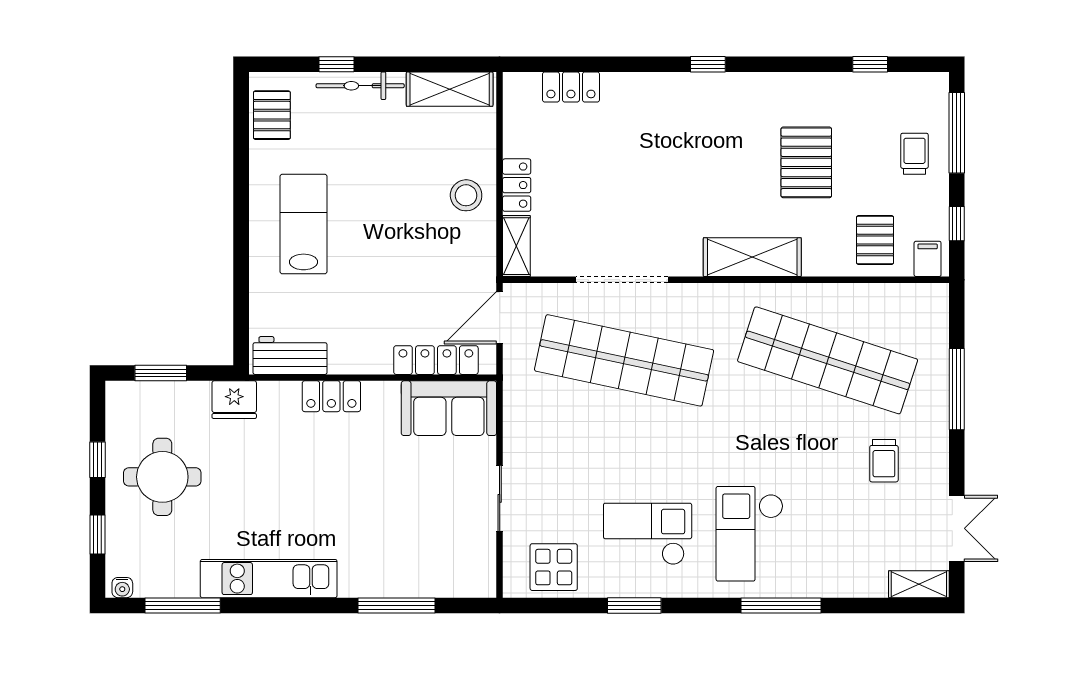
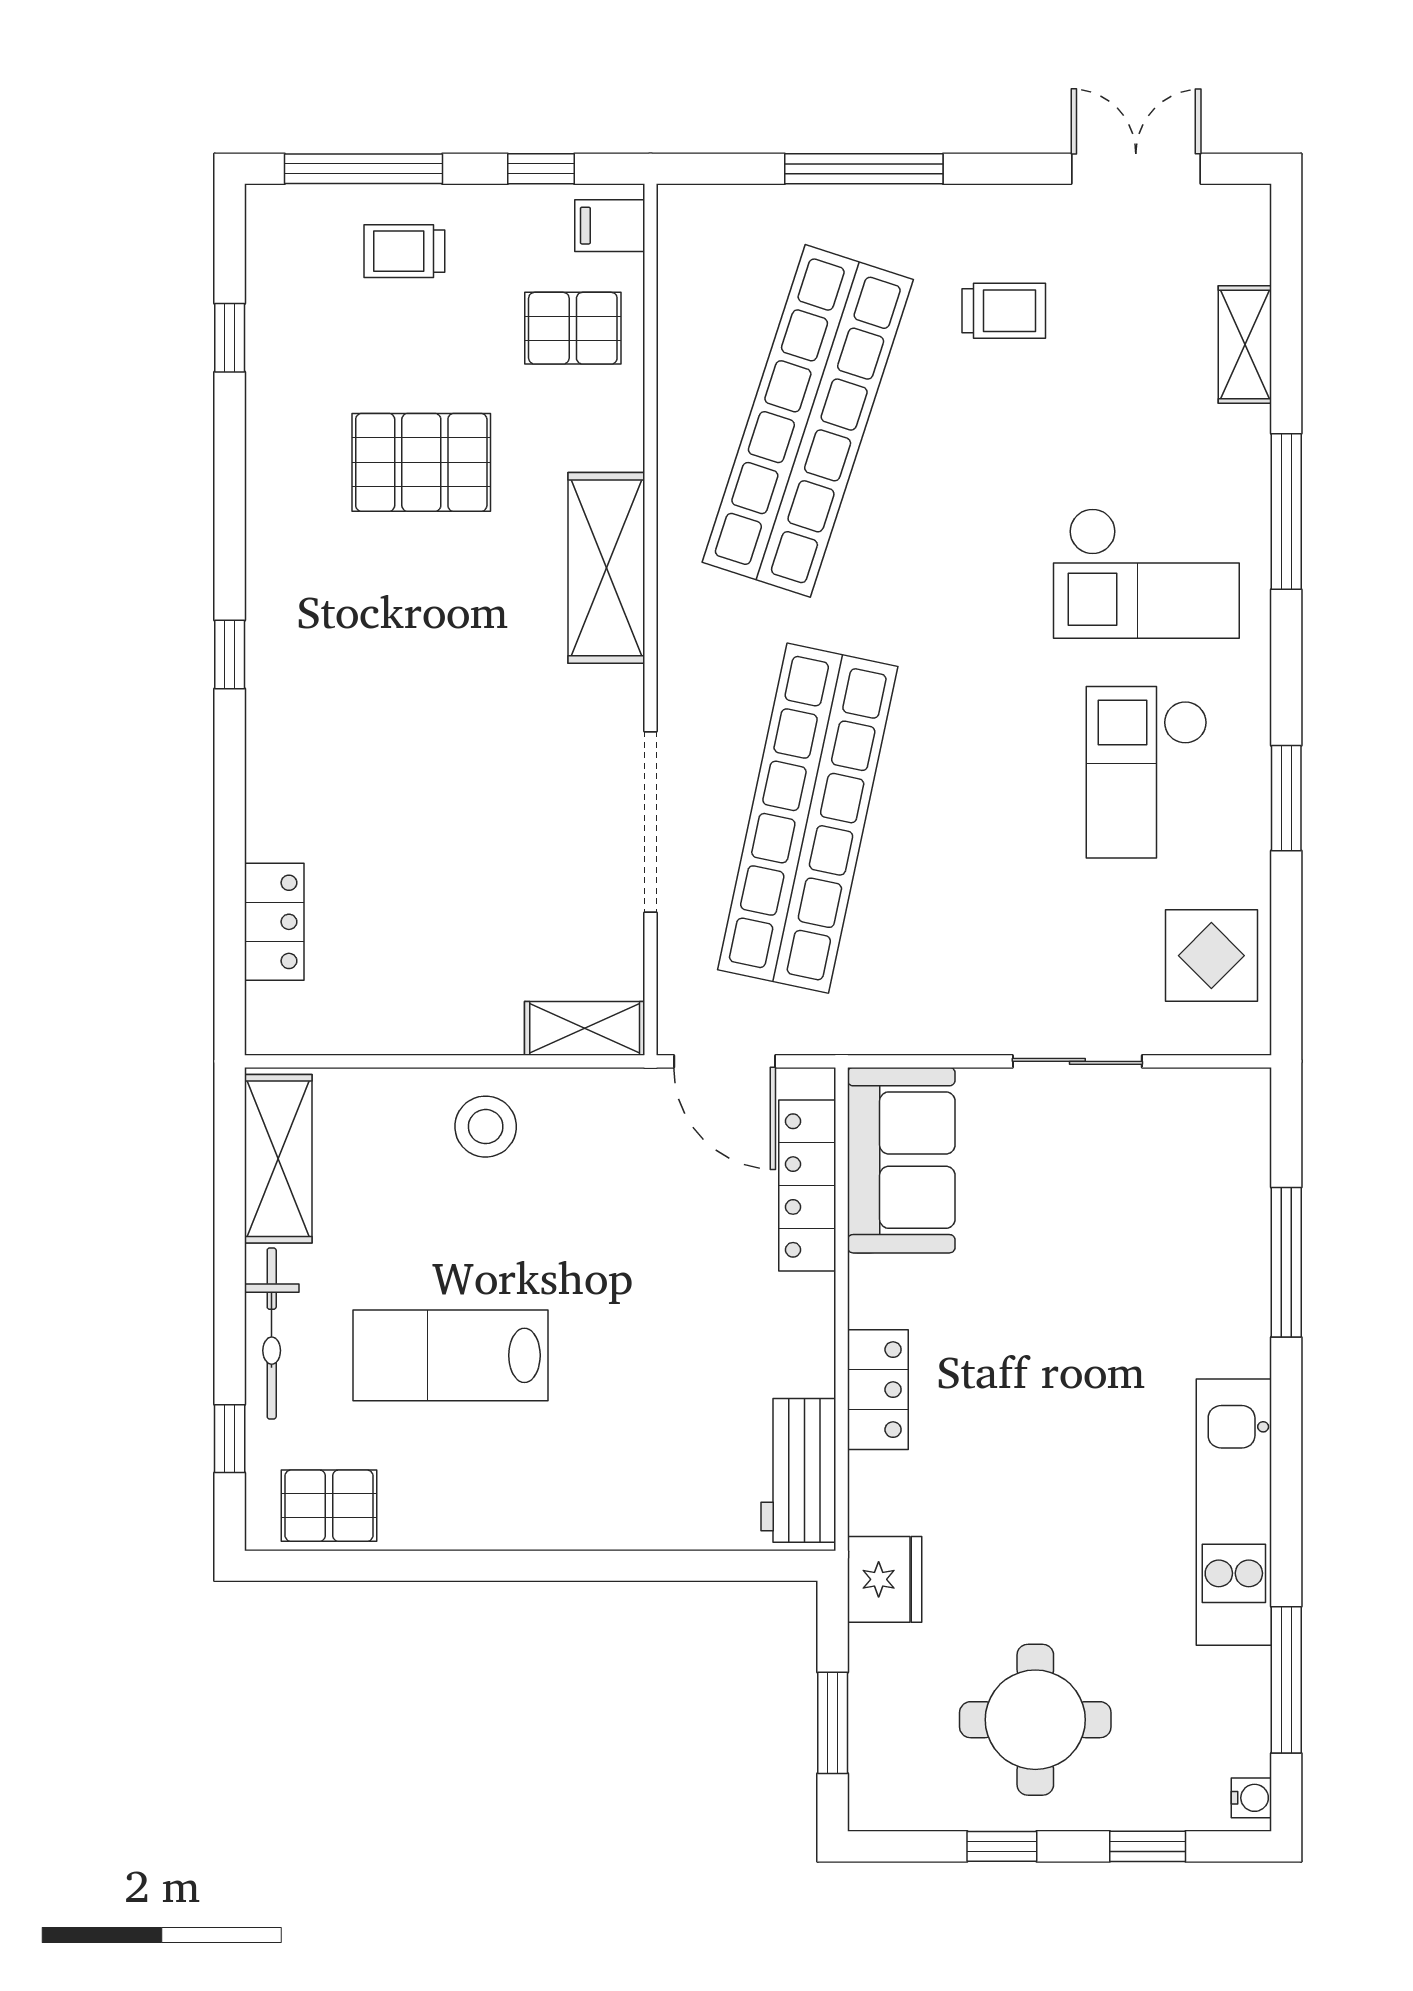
window: (336, 64) -> (230, 1439), moved
locker: (517, 185) -> (466, 1028), removed
lab bench: (303, 224) -> (450, 1355), moved
shelving: (919, 584) -> (1245, 344), moved

